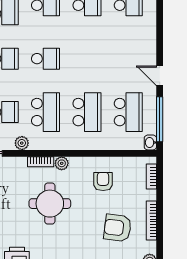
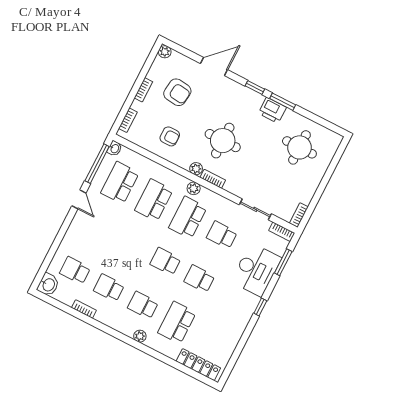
plant: (22, 143) -> (194, 188), moved
armchair: (103, 181) -> (170, 136), turned -90
bookcase: (151, 220) -> (143, 90), width x0.64

